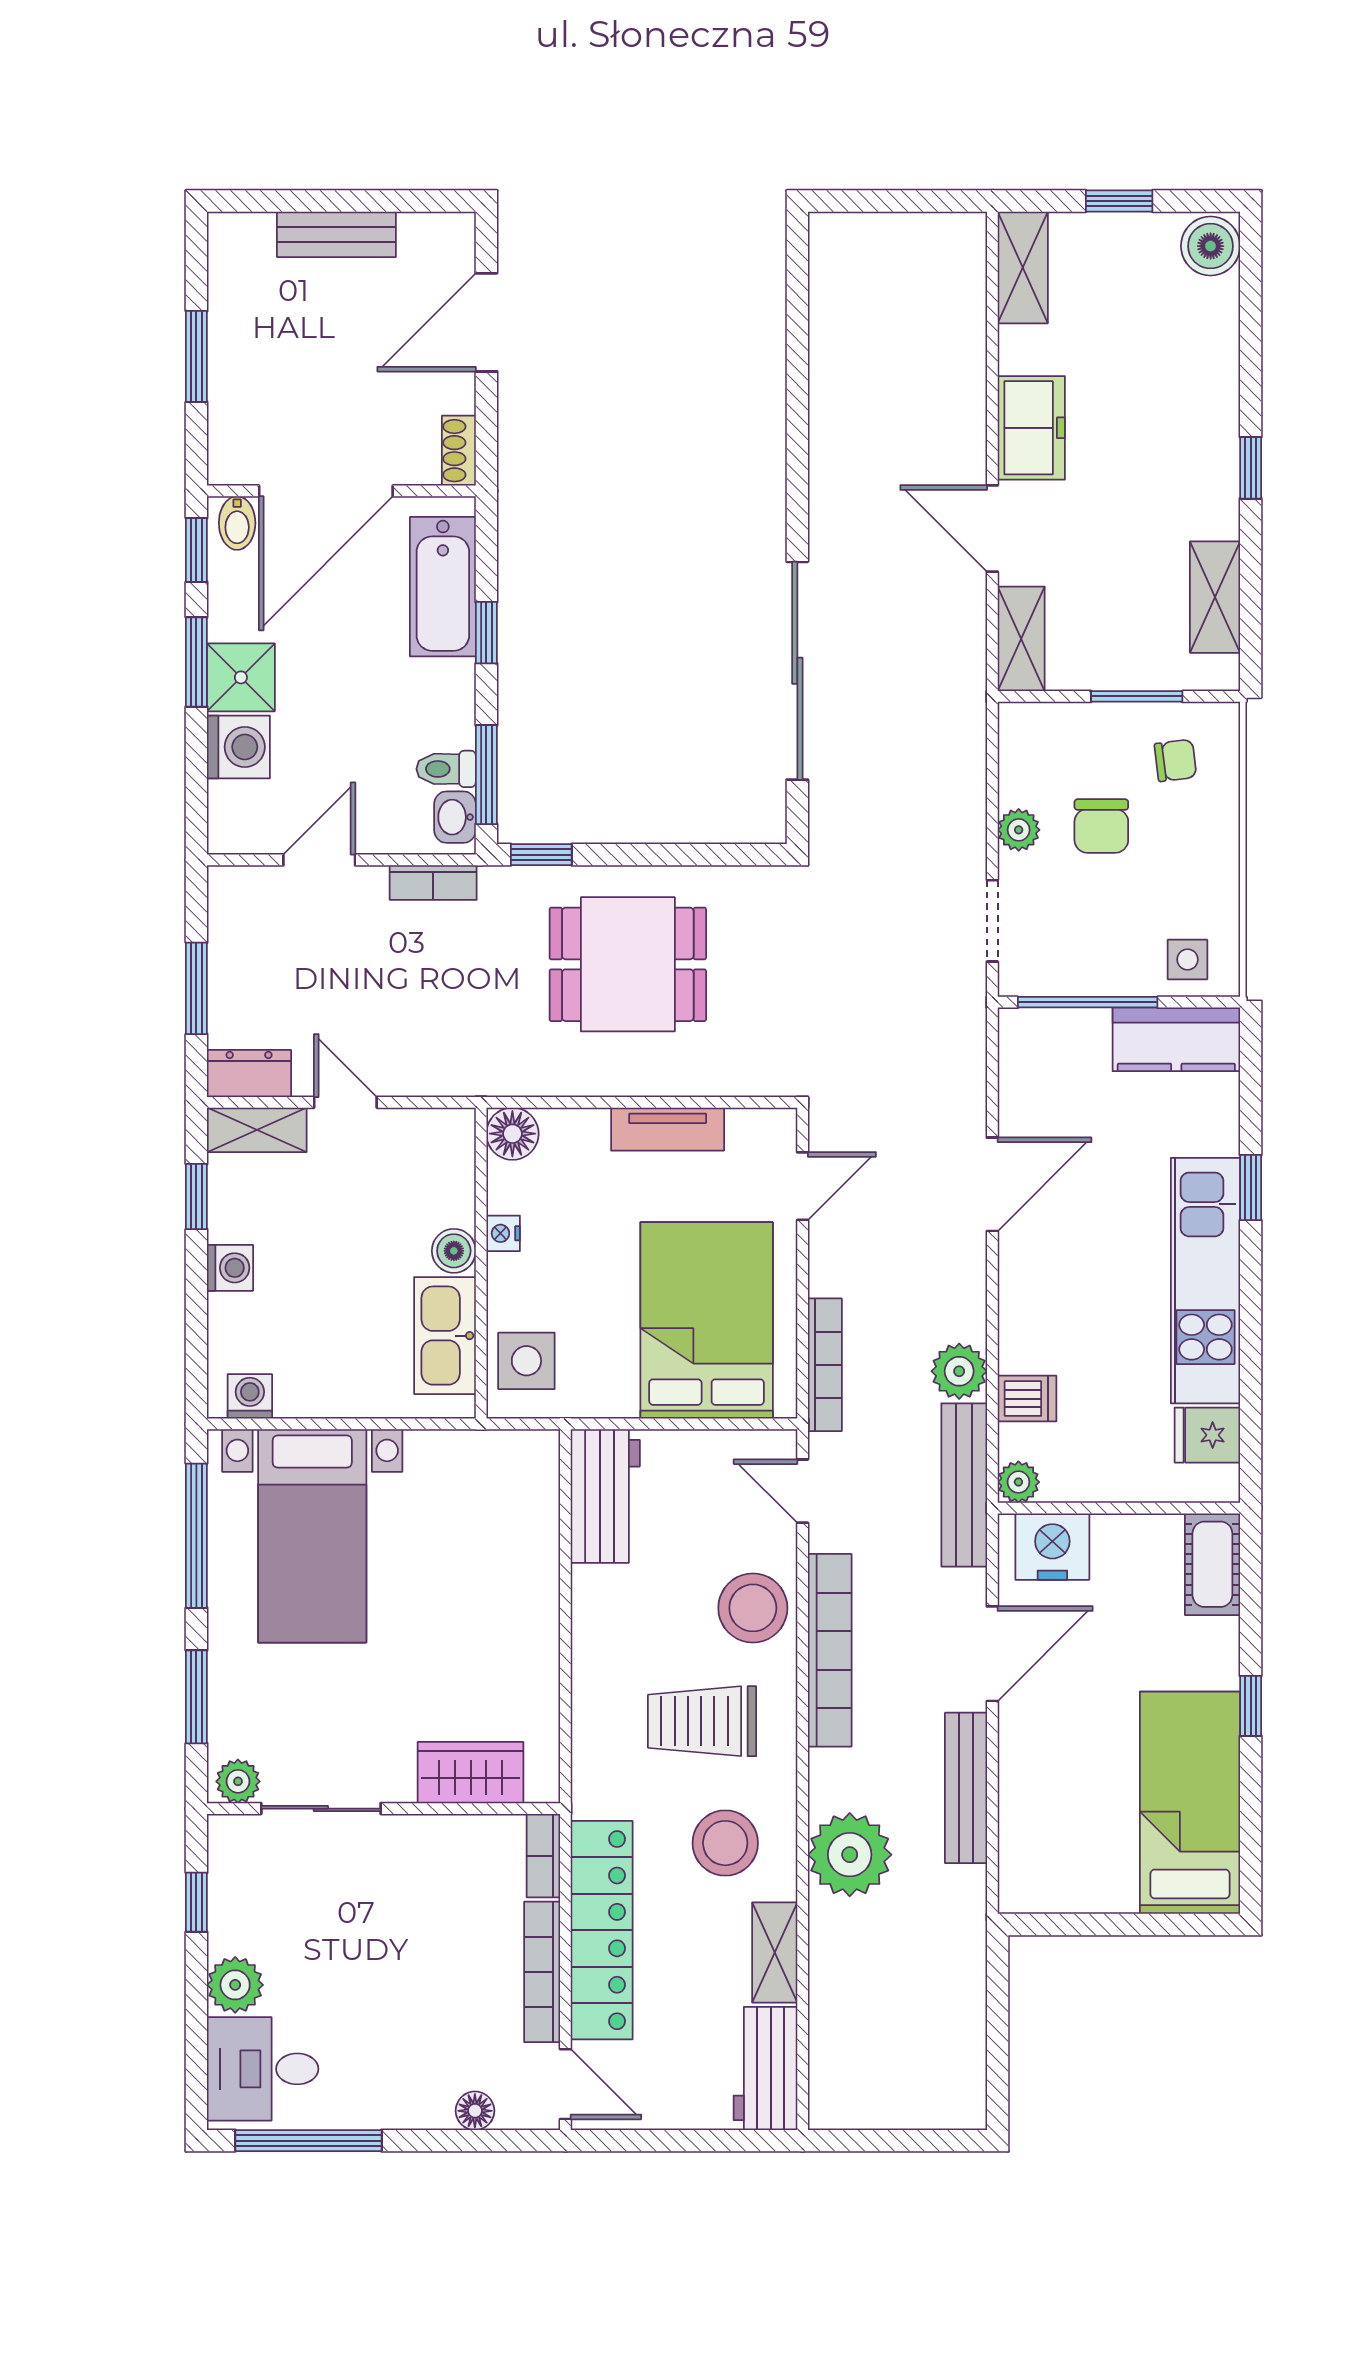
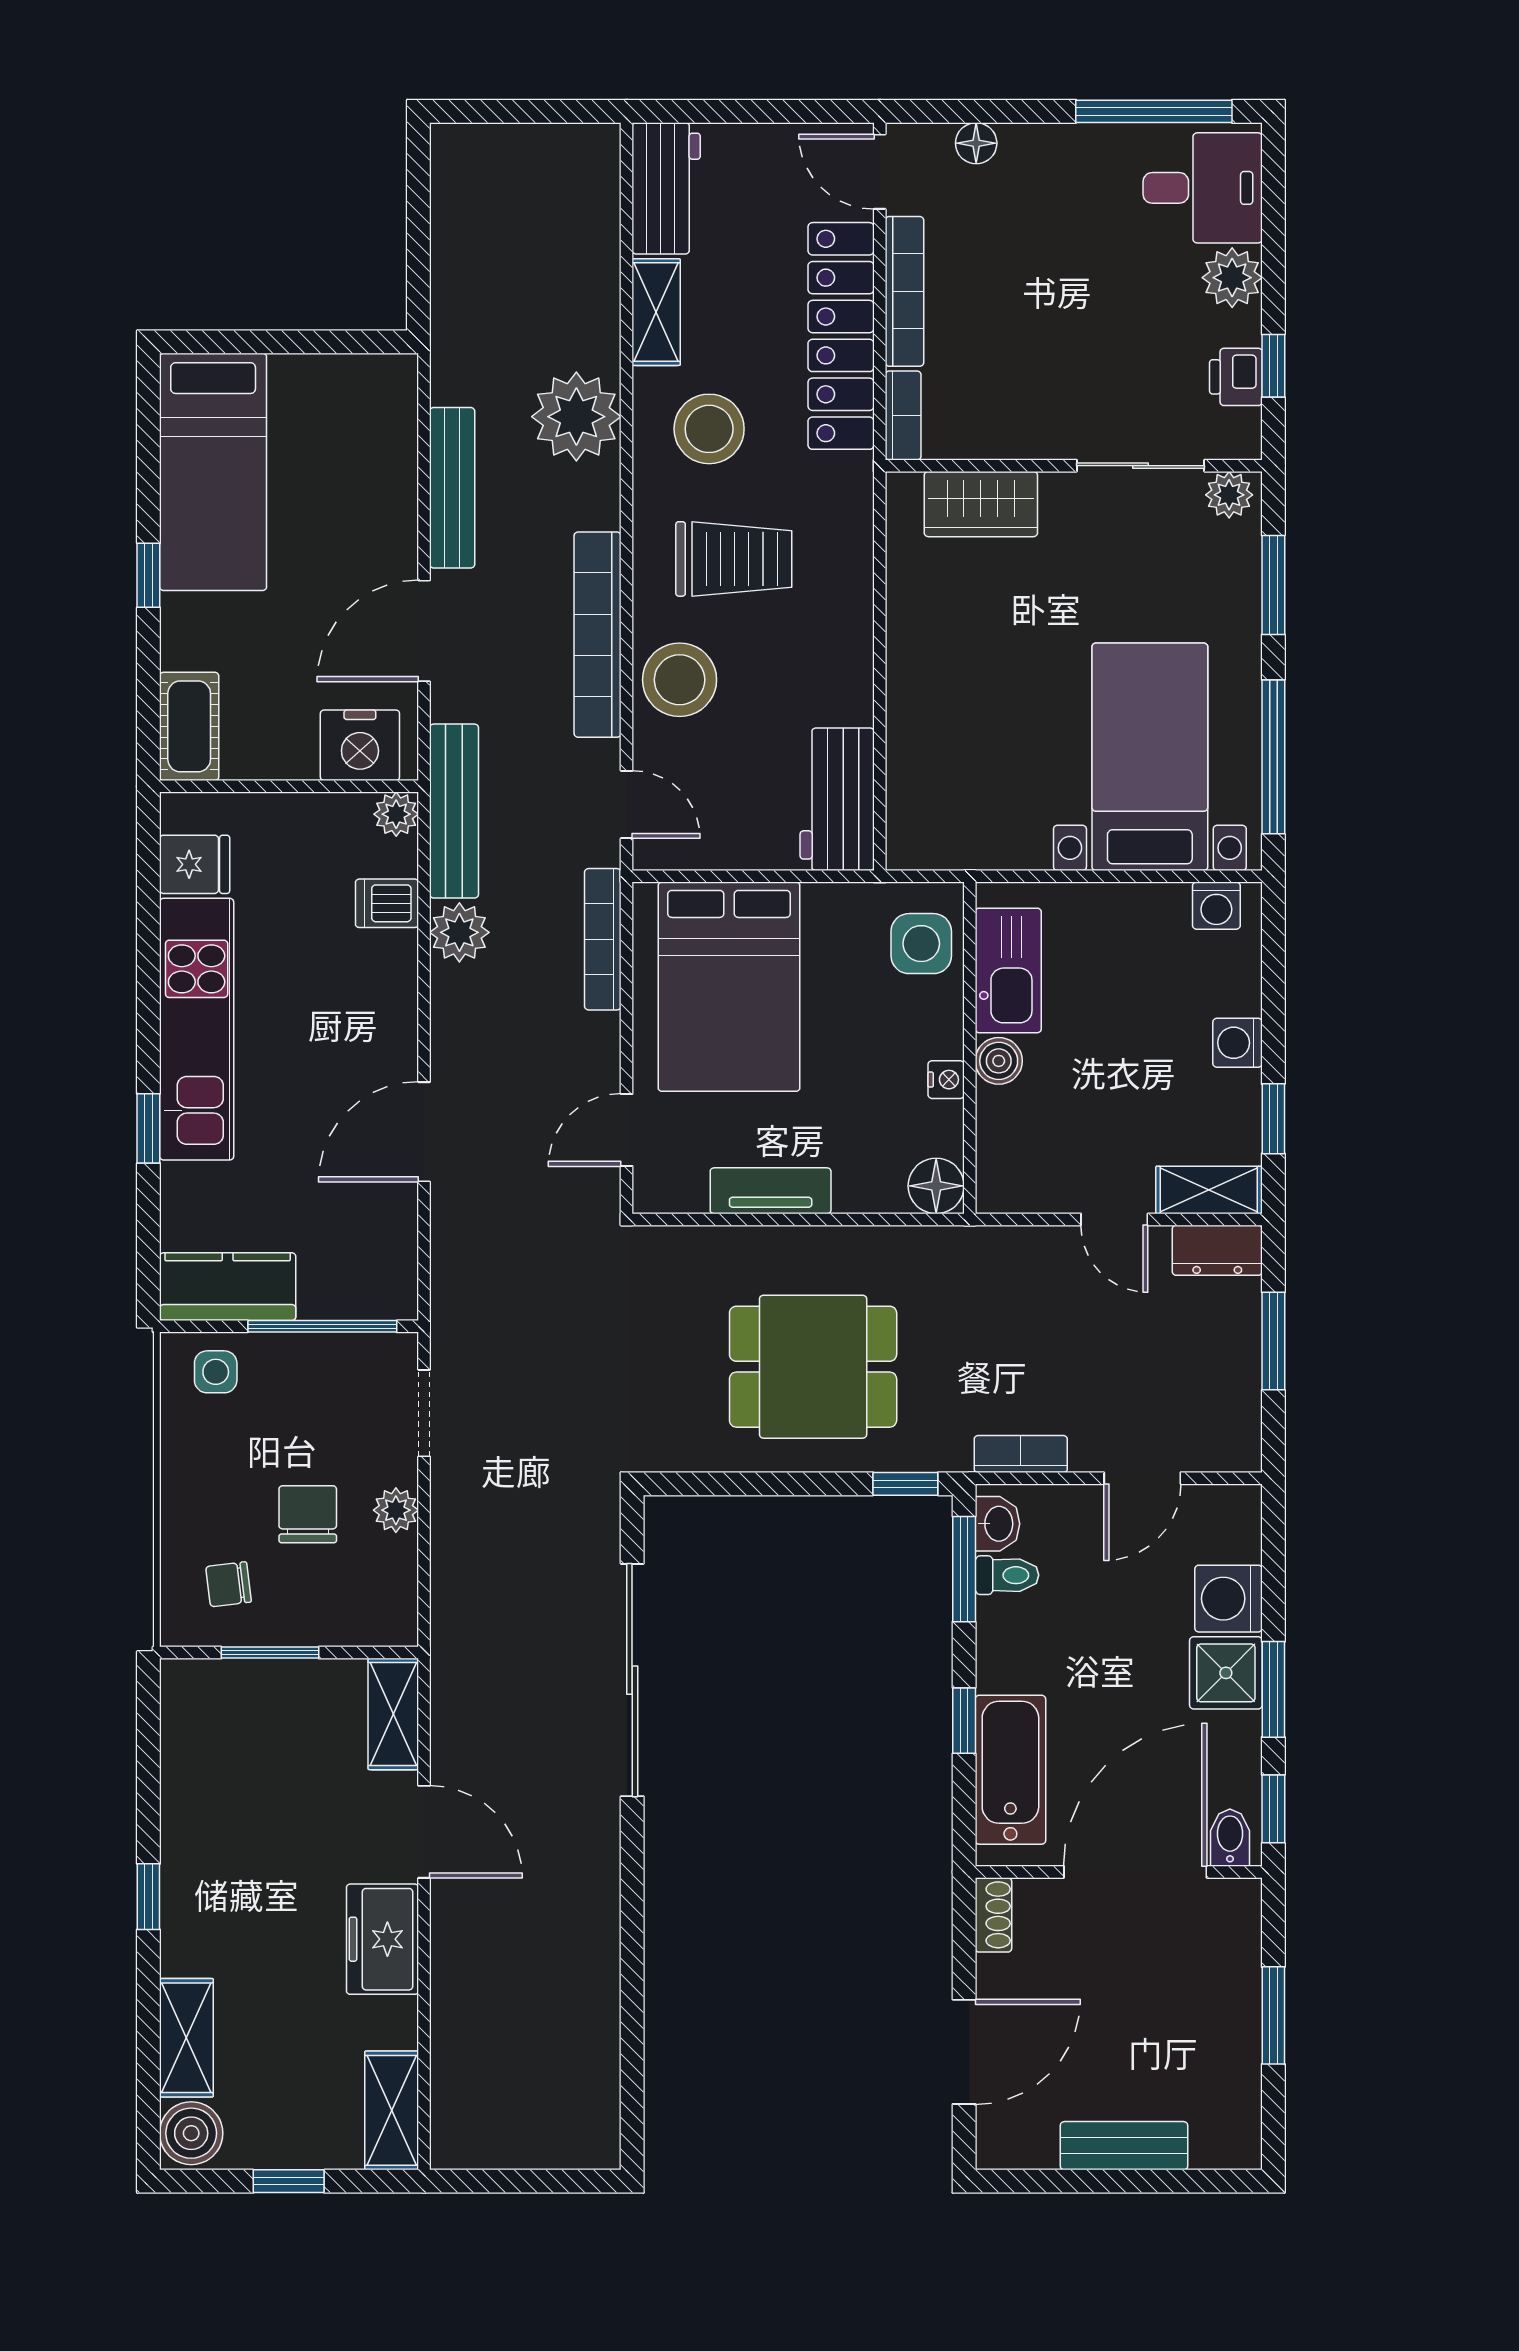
shelving: (1215, 597) -> (186, 2038), moved
printer: (232, 1892) -> (1236, 377), added

